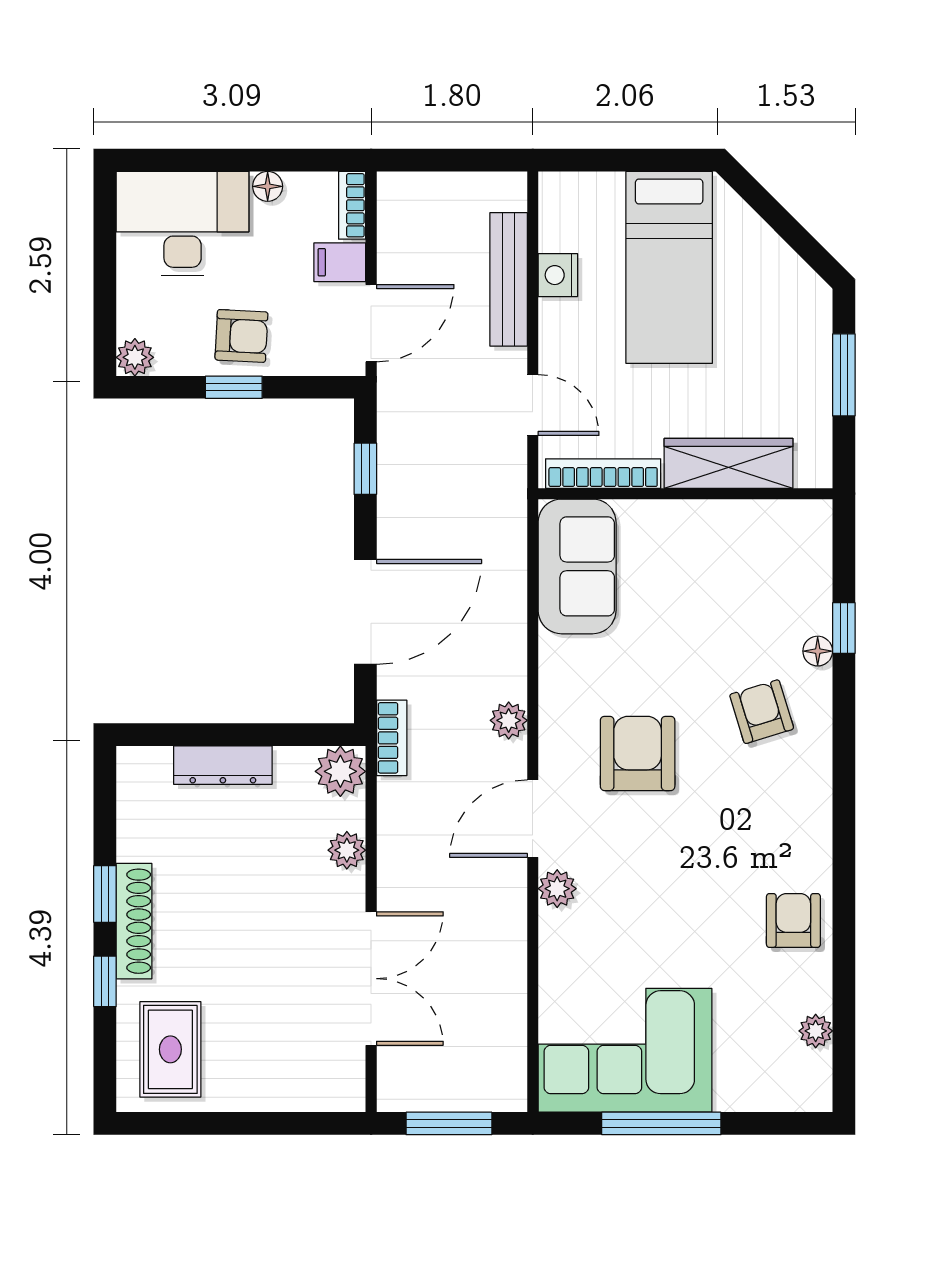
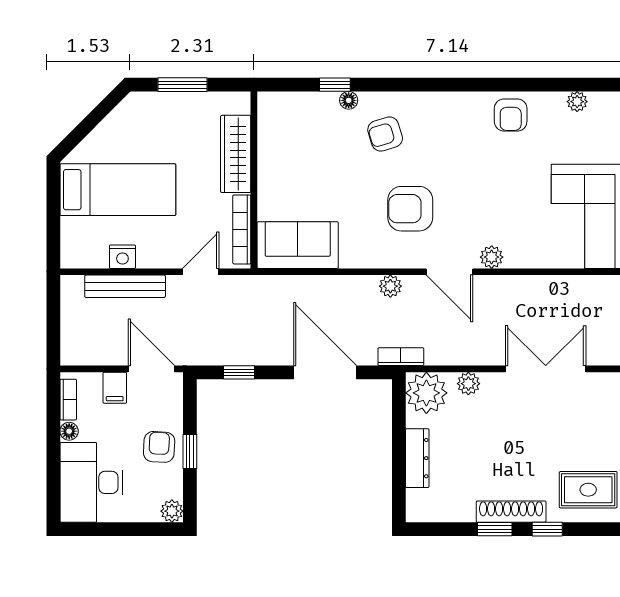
bookcase: (352, 205) -> (68, 400), moved, turned -90
plant: (340, 771) -> (426, 393), width x1.36, depth x1.36
armchair: (793, 920) -> (511, 115), turned -90

